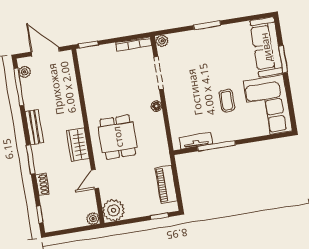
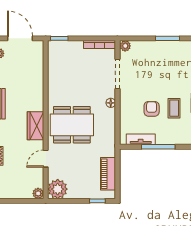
armchair: (202, 105) -> (152, 109), added
dining table: (118, 137) -> (72, 125), width x1.38

